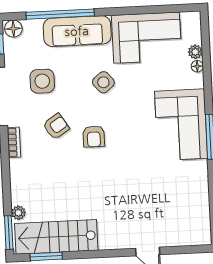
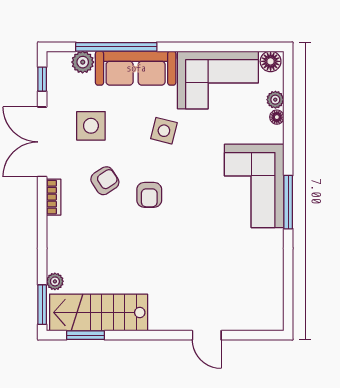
plant: (33, 28) -> (83, 62), added
floor lamp: (13, 29) -> (271, 61), moved
side table: (103, 82) -> (164, 131), turned -36

